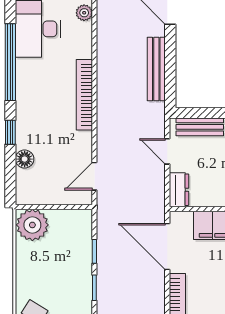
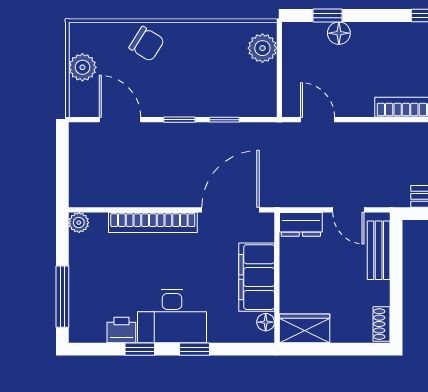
window: (10, 132) -> (328, 15), moved
door: (167, 151) -> (348, 210), swing flipped
plant: (32, 225) -> (262, 48), width x0.73, depth x0.73

